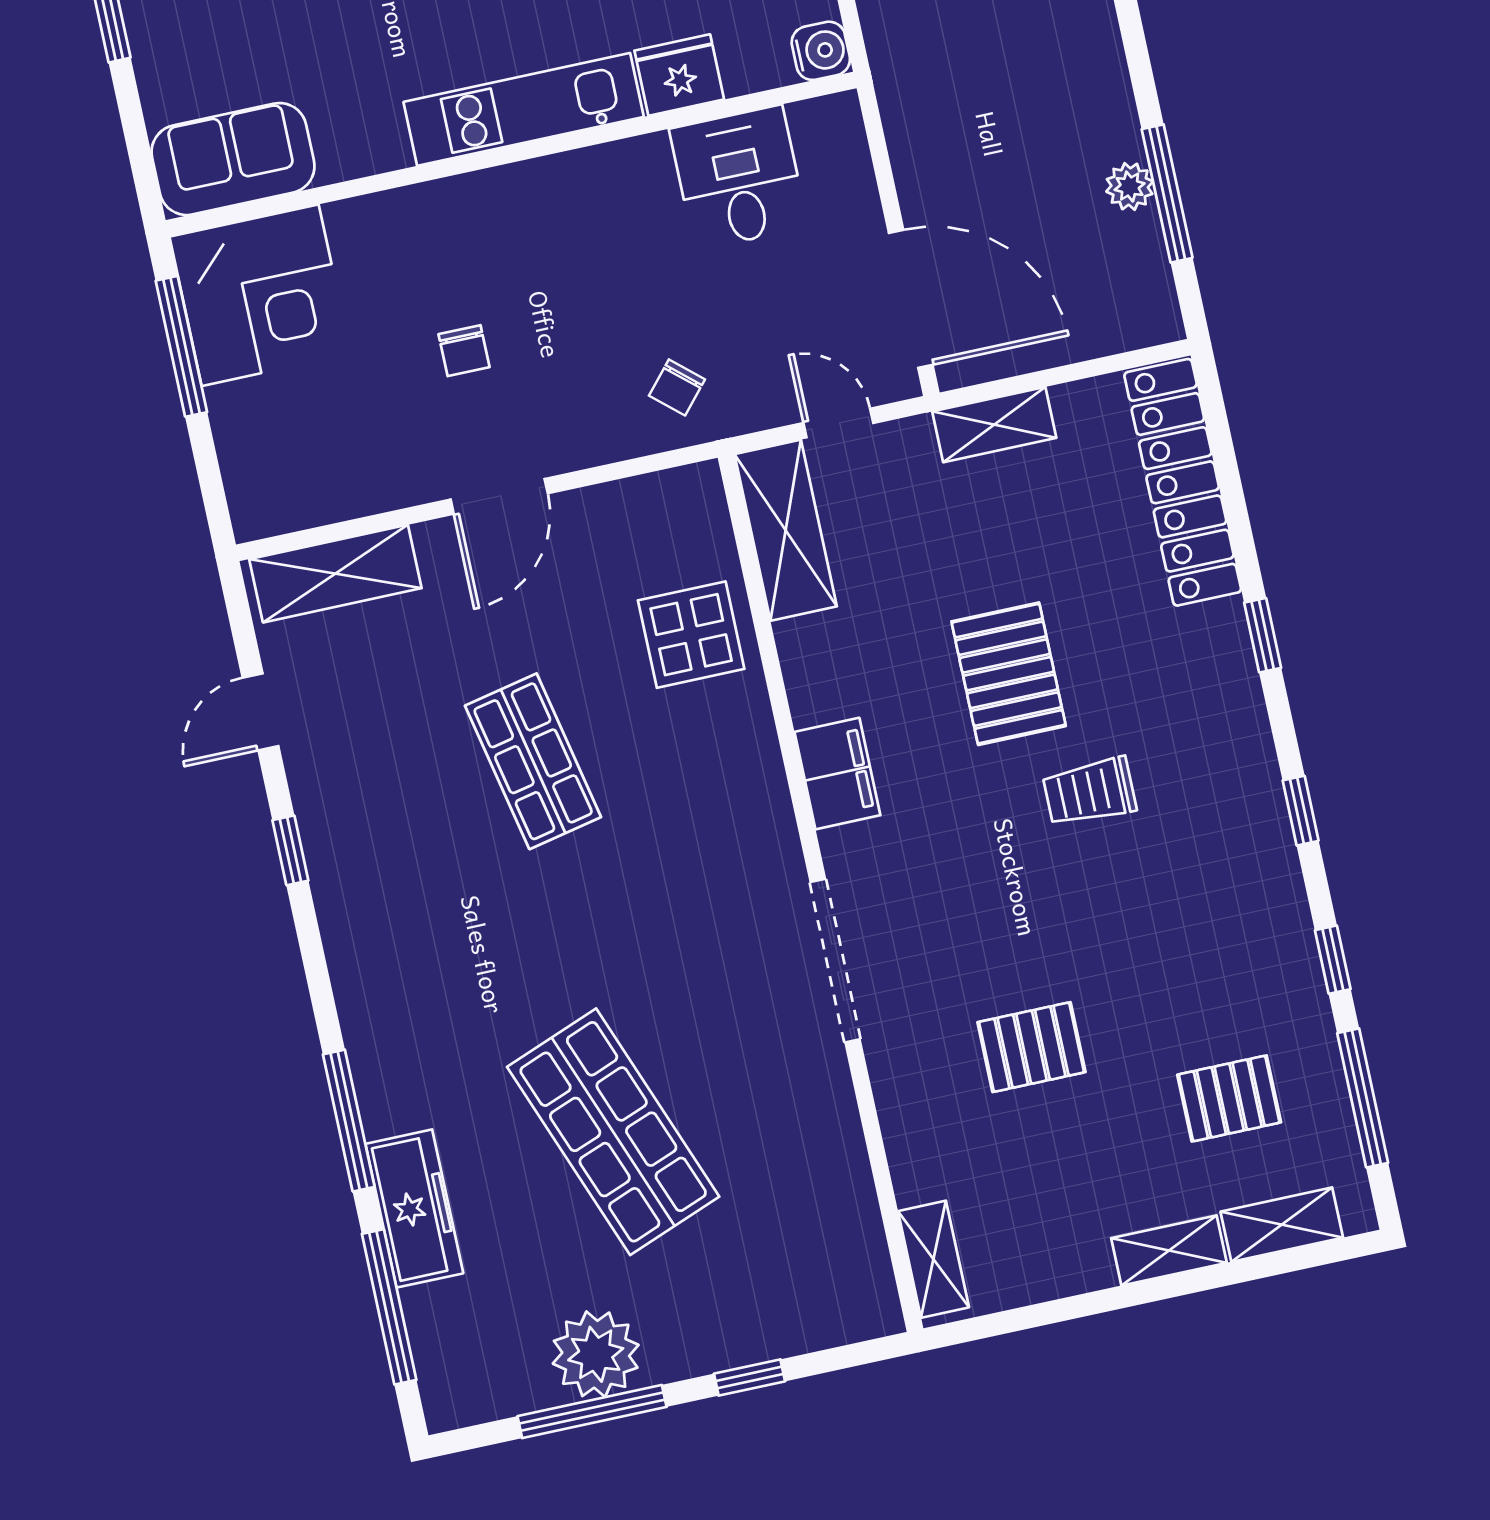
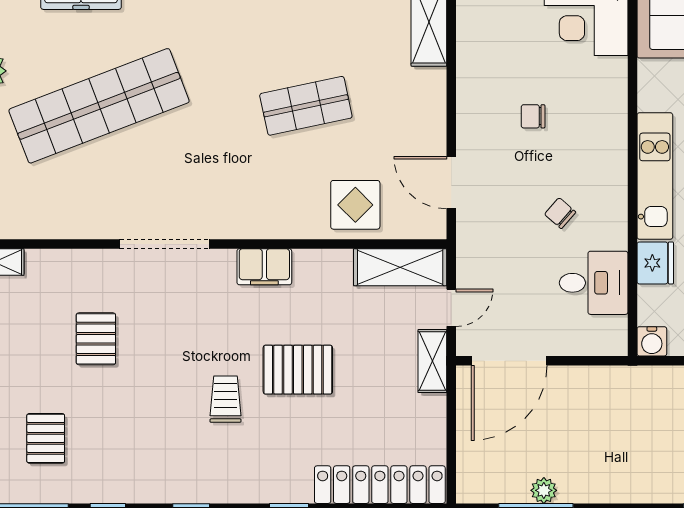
chair: (677, 387) -> (560, 213), moved
shelving: (994, 425) -> (432, 361), moved
door: (499, 496) -> (451, 183), moved
shop shelf: (613, 1132) -> (99, 106), width x1.40

